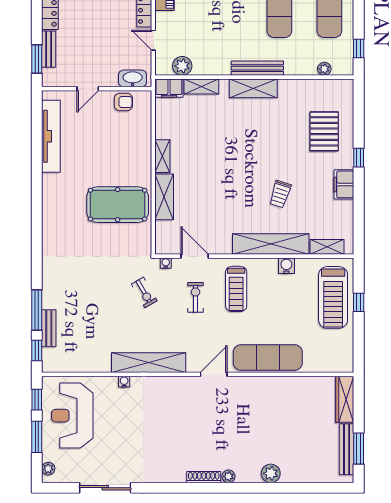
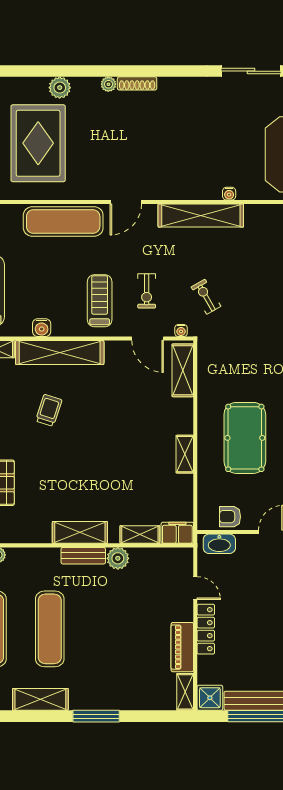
plant: (182, 66) -> (118, 558), moved
bench: (257, 68) -> (83, 556), width x0.73
shelving: (164, 197) -> (183, 370), moved
pool table: (118, 205) -> (245, 438), moved, turned 90
rug: (289, 425) -> (38, 143), added

